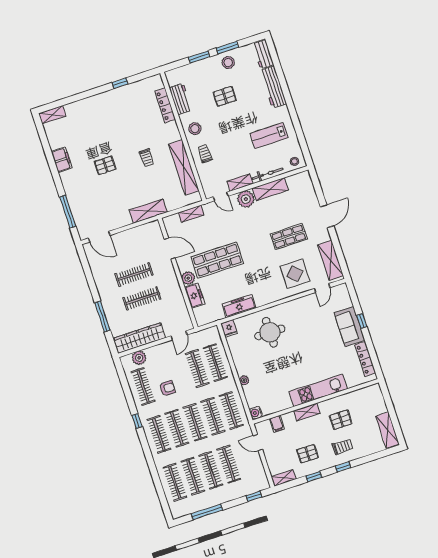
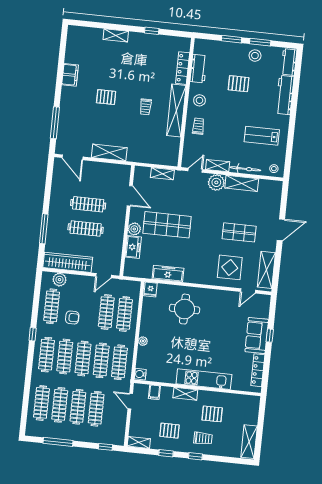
shelving: (52, 115) -> (116, 35), moved
shelving: (184, 168) -> (176, 111), moved
door: (221, 197) -> (195, 170), swing flipped
shelving: (148, 211) -> (109, 153), moved

